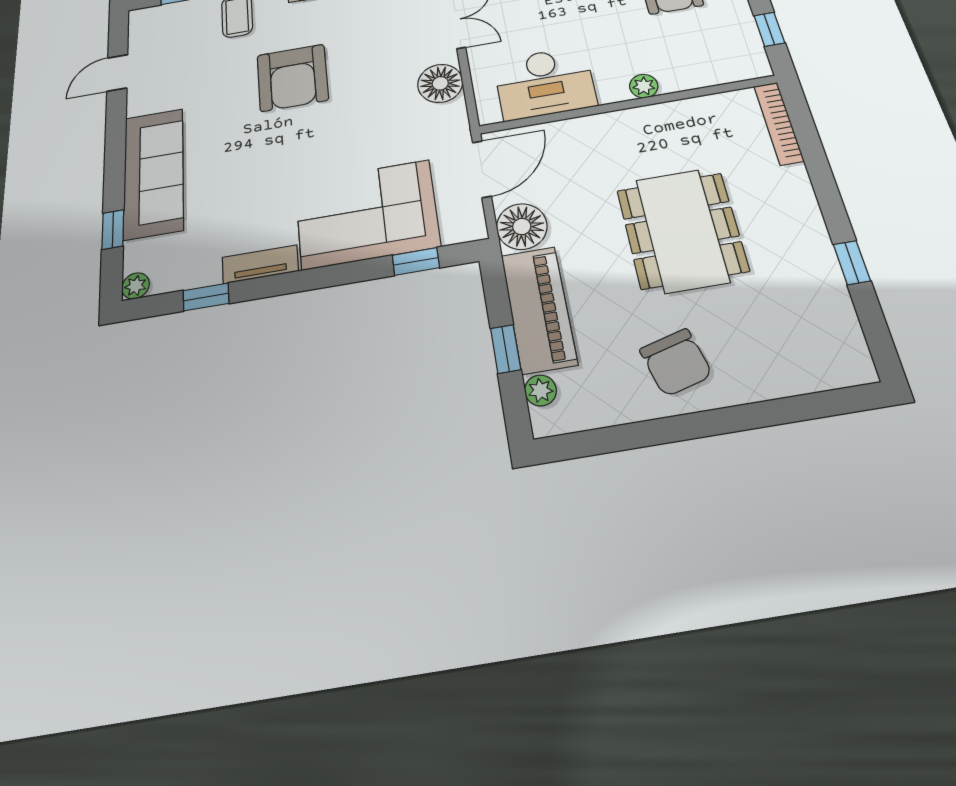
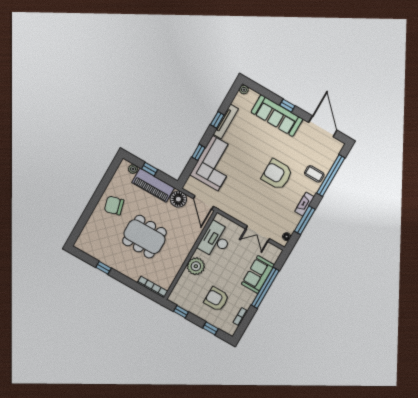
door: (117, 73) -> (323, 126), width x1.88
floor lamp: (440, 83) -> (240, 213), removed
plant: (644, 86) -> (196, 266), width x1.87, depth x1.87
window: (113, 230) -> (287, 106), moved
window: (416, 261) -> (198, 152), moved
tv unit: (260, 264) -> (226, 121), width x1.41
window: (206, 297) -> (217, 120), moved

